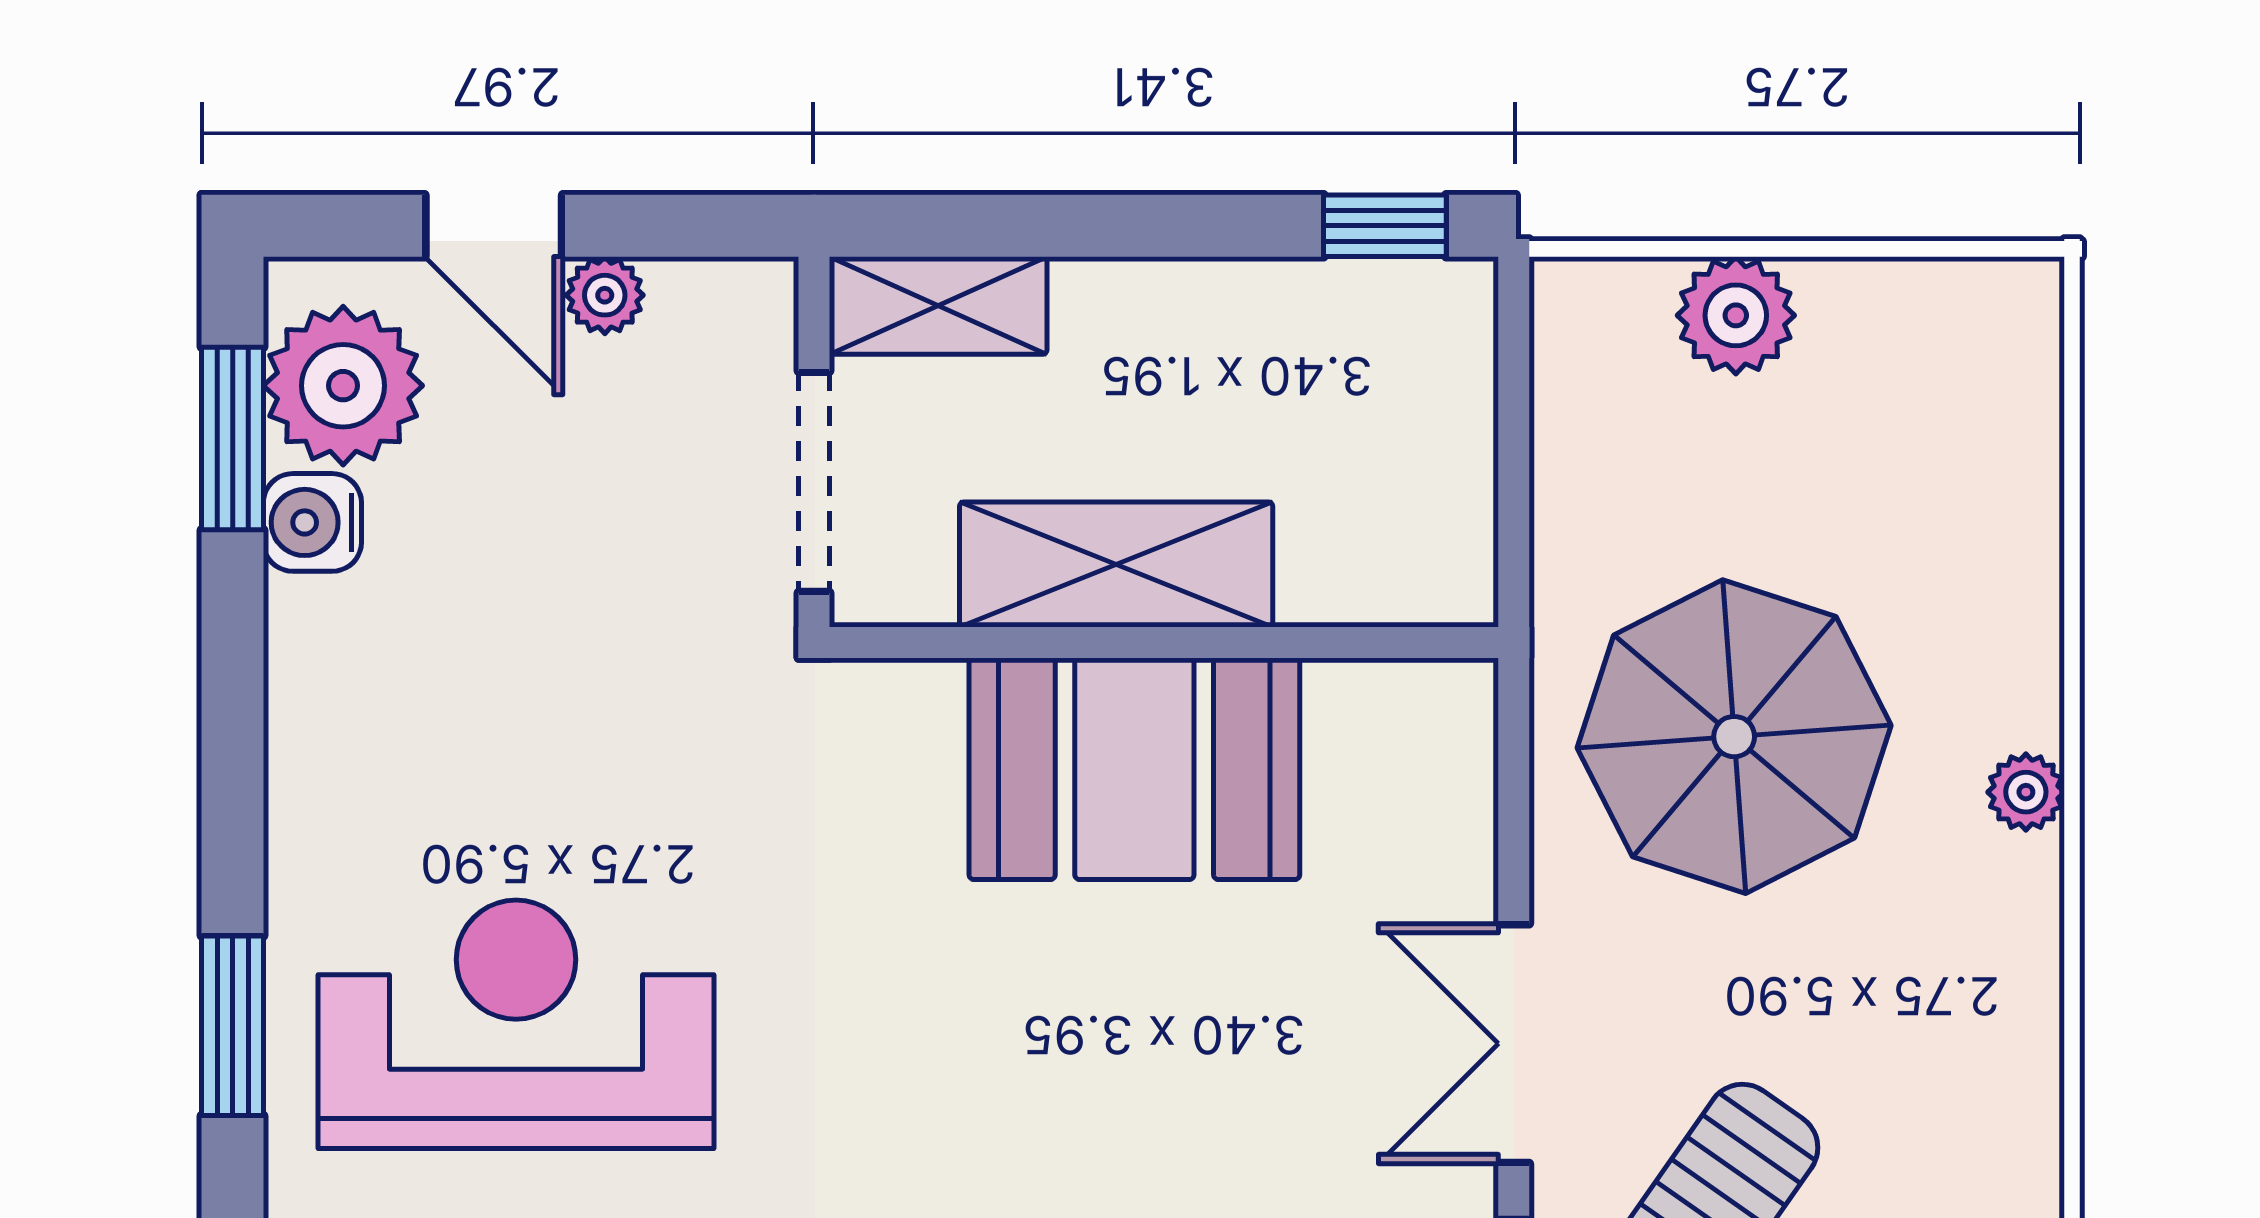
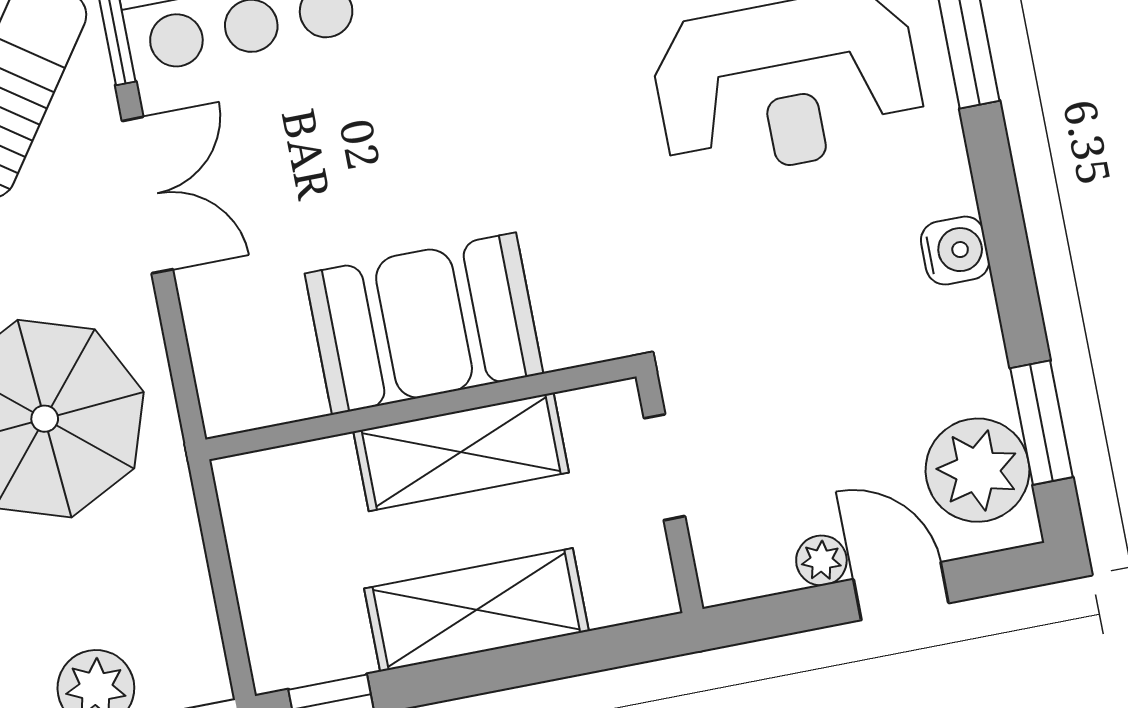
shelving: (938, 305) -> (476, 610), moved, width x1.50, depth x1.33
doorway: (814, 482) -> (664, 467), width x0.73
water cooler: (312, 522) -> (955, 251), moved

